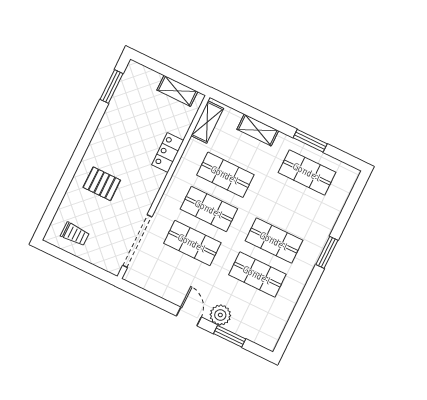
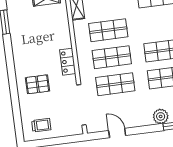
locker: (168, 153) -> (68, 62), moved
door: (189, 316) -> (117, 133), moved

